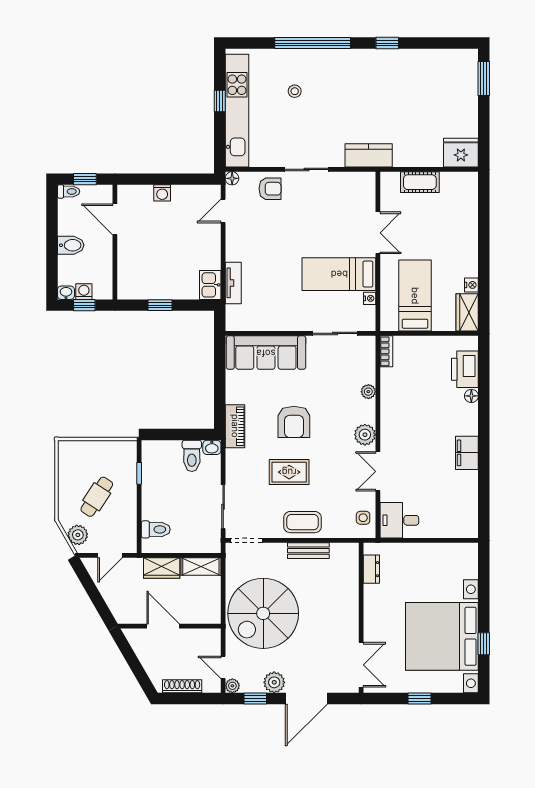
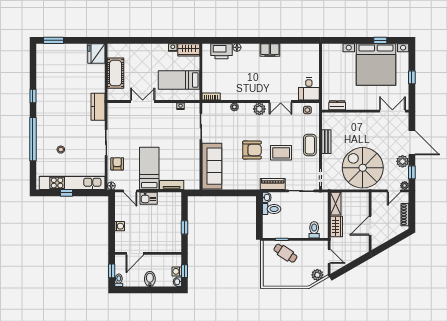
cot: (420, 182) -> (115, 73), width x1.37, depth x1.34
bed: (339, 274) -> (149, 168), moved, turned 180
kitchen sink: (210, 285) -> (149, 198), moved
piano: (235, 426) -> (273, 184), moved
rug: (289, 472) -> (281, 153), turned 90
cafe table: (97, 497) -> (285, 253), moved
spiral stairs: (263, 613) -> (363, 168), turned 180

